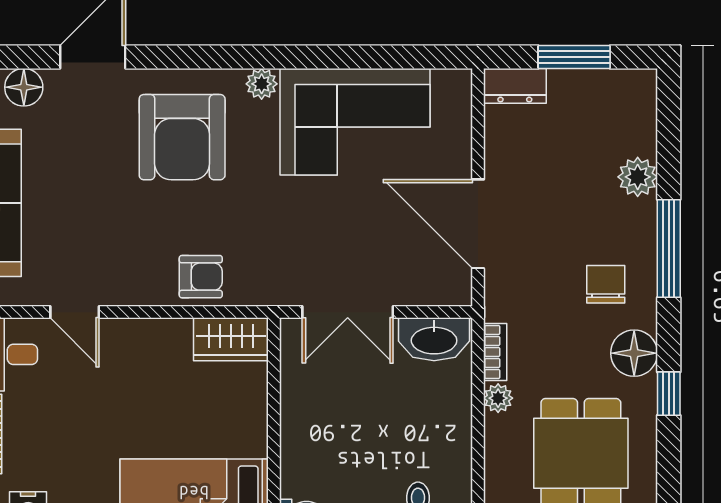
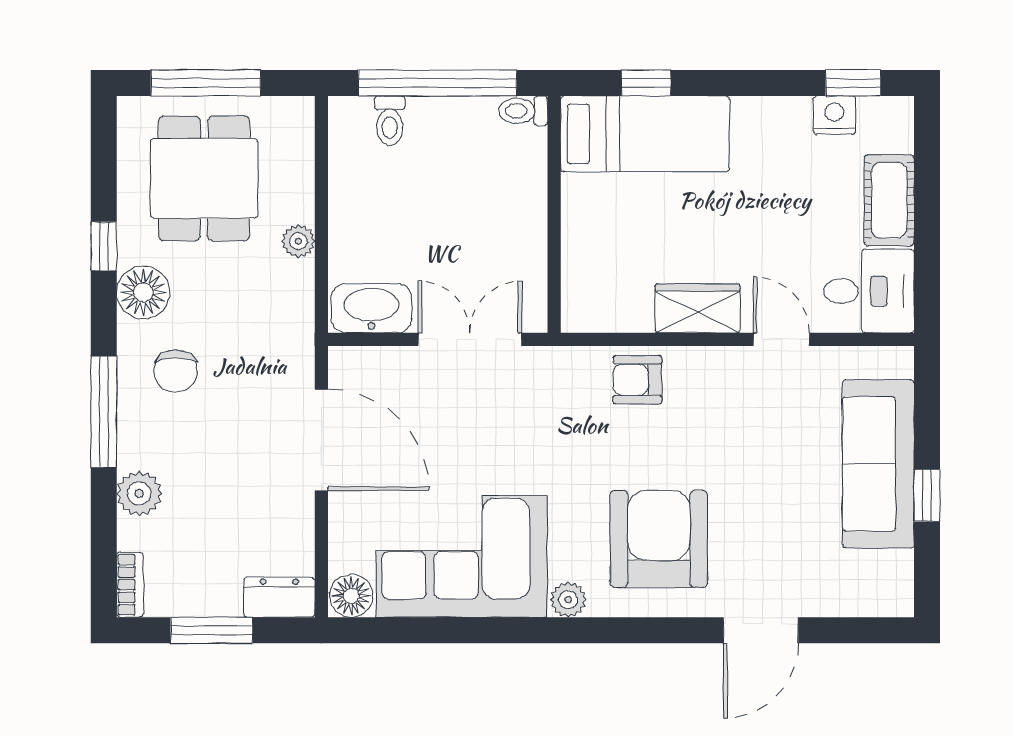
floor lamp: (24, 87) -> (351, 596), moved
wardrobe: (231, 339) -> (698, 308), moved
bookcase: (495, 352) -> (130, 585), moved, turned 180

